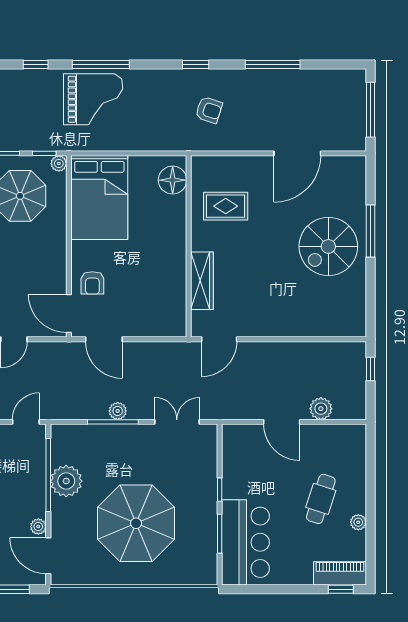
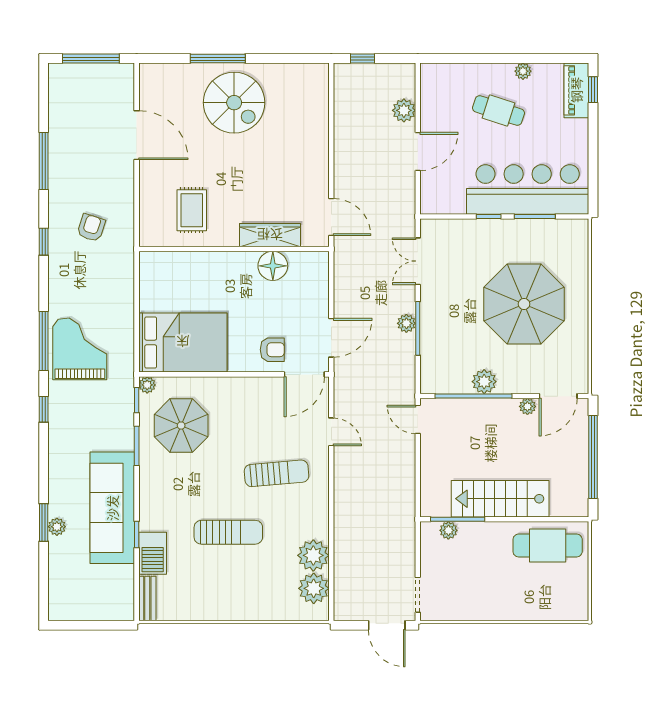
floor lamp: (173, 180) -> (273, 266), moved
plant: (66, 481) -> (484, 382), width x0.73, depth x0.73
bar counter: (245, 542) -> (528, 189), width x1.36

